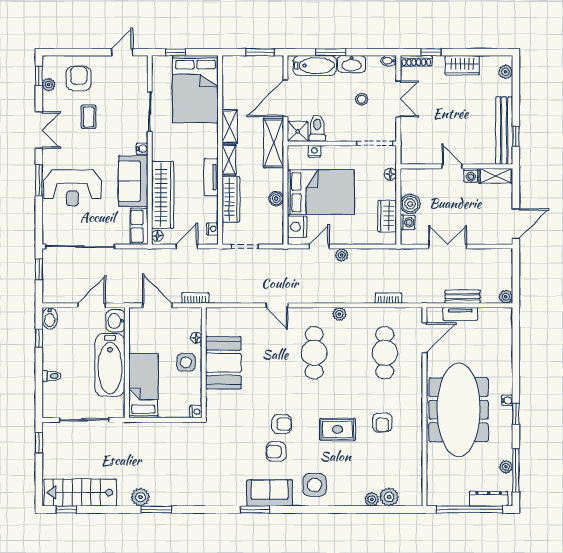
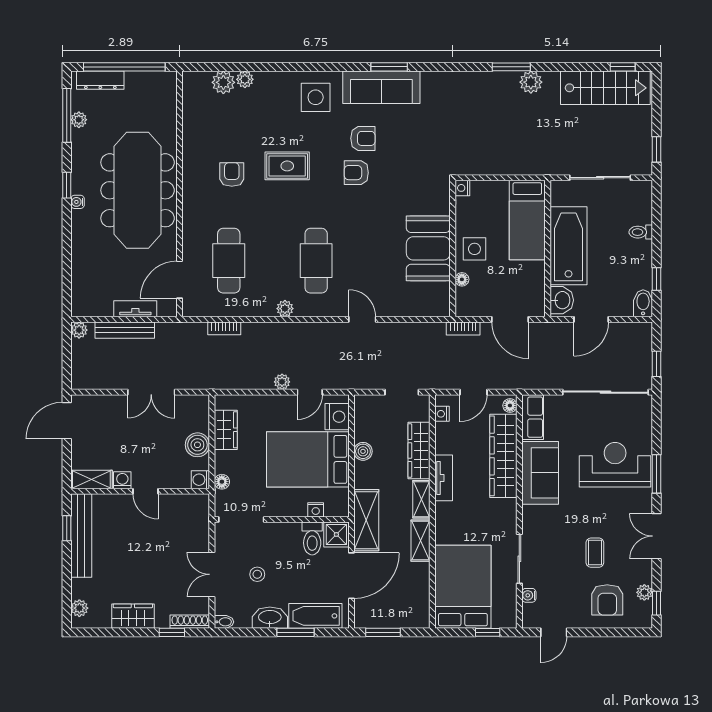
water cooler: (142, 149) -> (529, 595), moved
washing machine: (408, 222) -> (200, 480), moved
bench: (463, 297) -> (125, 330), width x1.36
sofa: (270, 493) -> (381, 87), width x1.36

